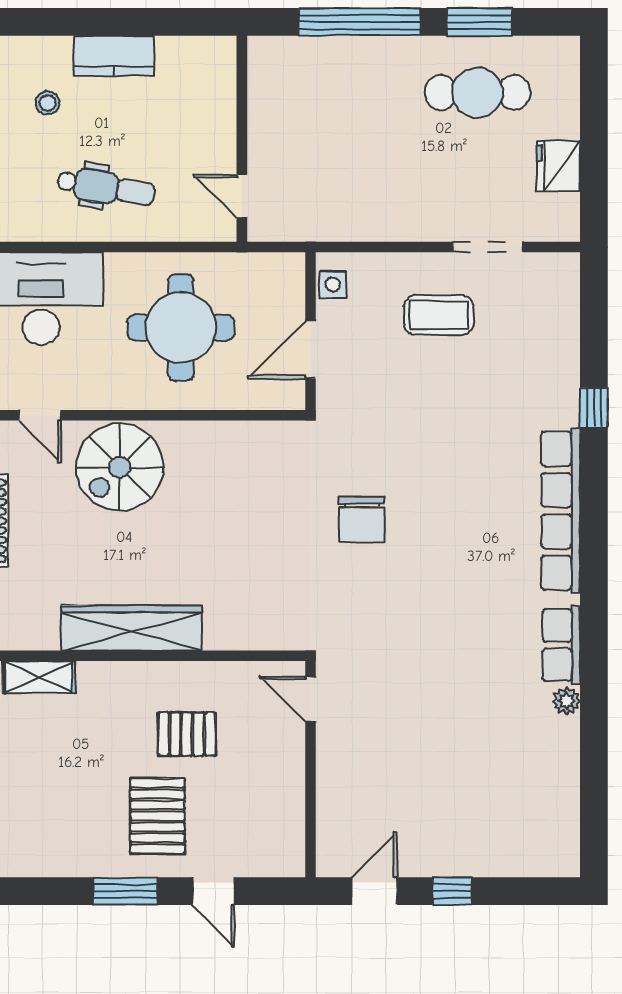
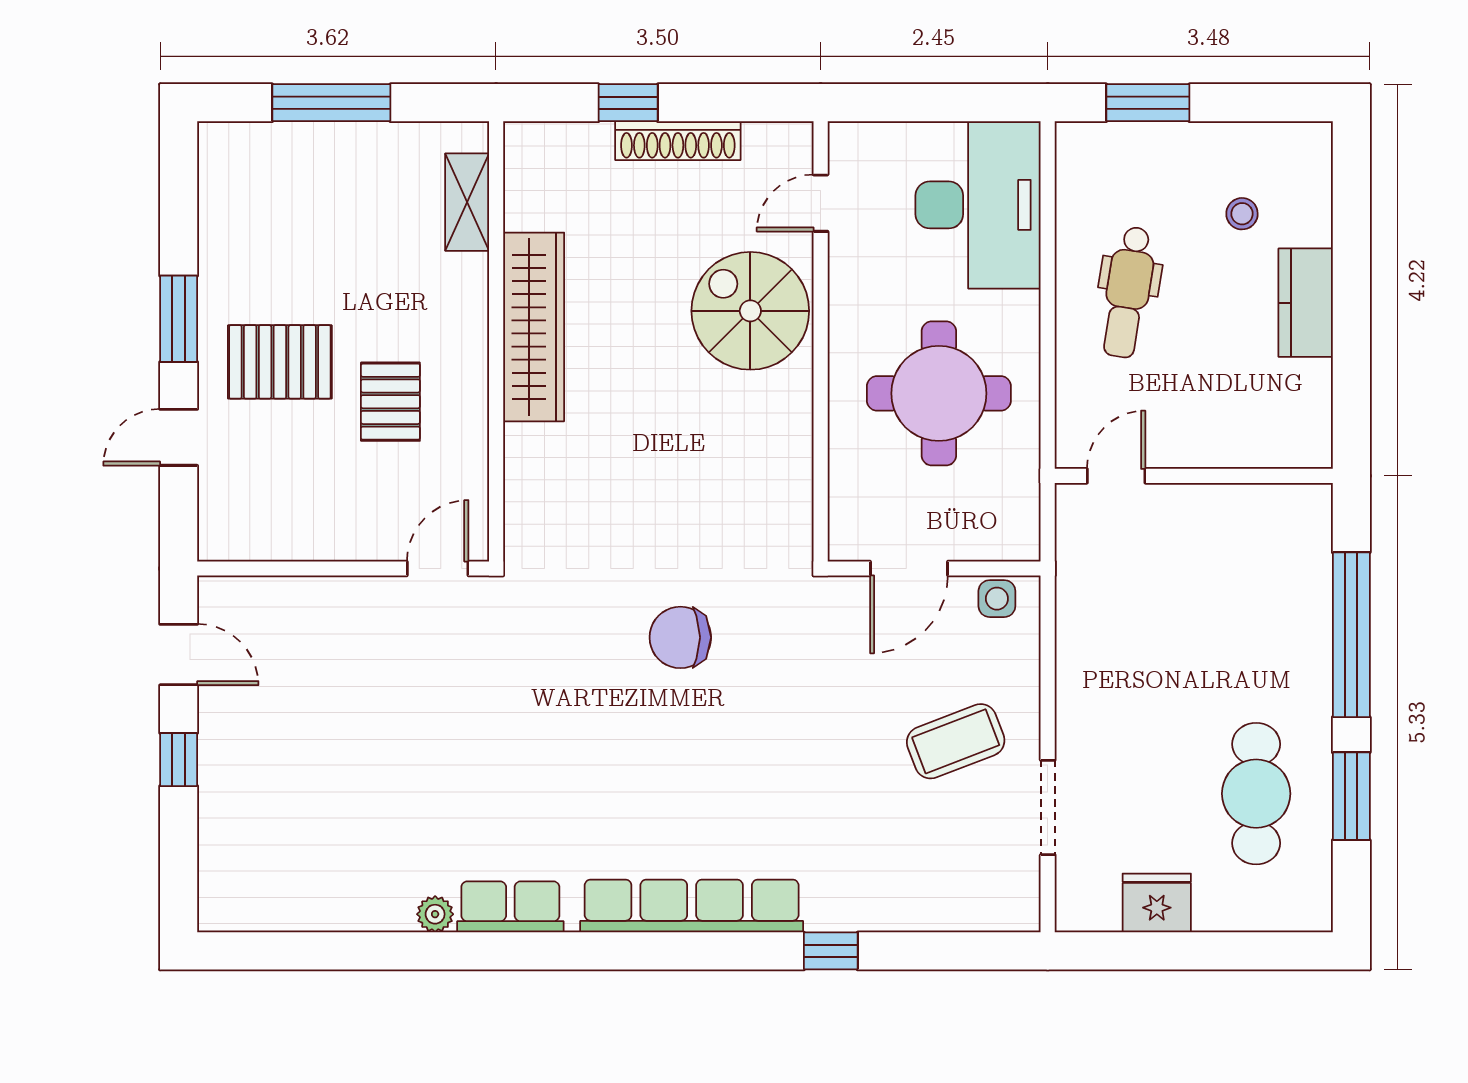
coffee table: (439, 315) -> (956, 741), turned 69
door: (311, 350) -> (909, 569), swing flipped

